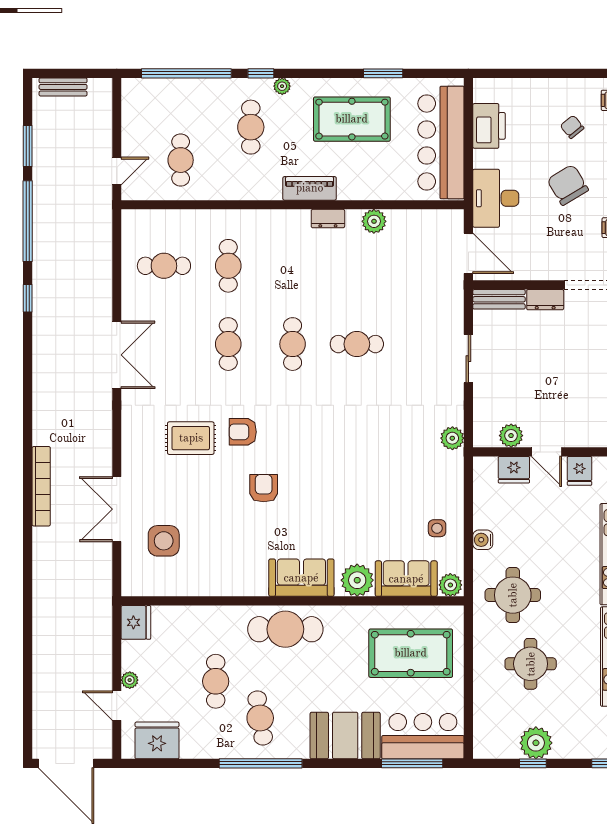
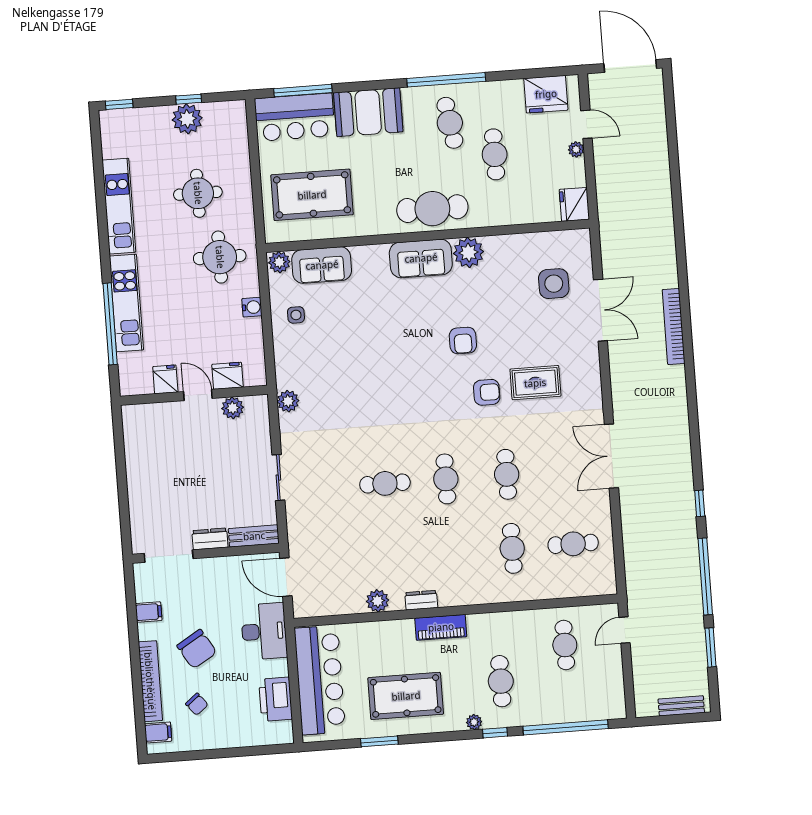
plant: (357, 580) -> (469, 252), moved

